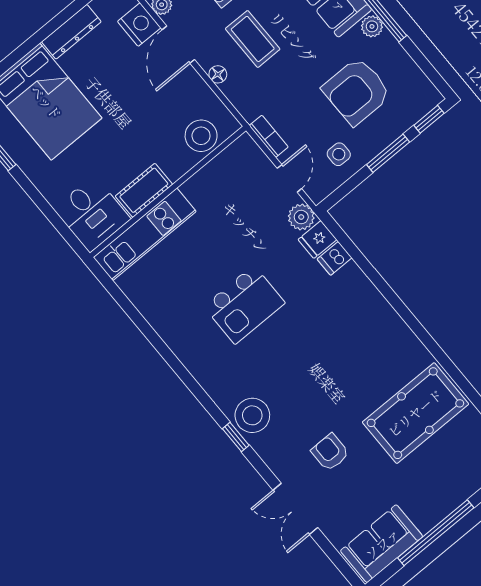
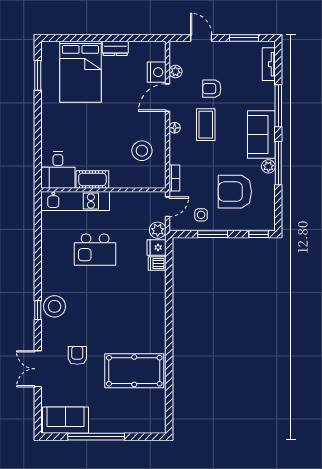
dresser: (71, 32) -> (115, 48), width x0.70
window: (388, 153) -> (213, 234), moved
cot: (144, 190) -> (92, 179), moved
wall: (168, 192) -> (103, 190), moved
desk: (92, 214) -> (58, 170), moved
kitchen unit: (145, 234) -> (75, 201), moved

